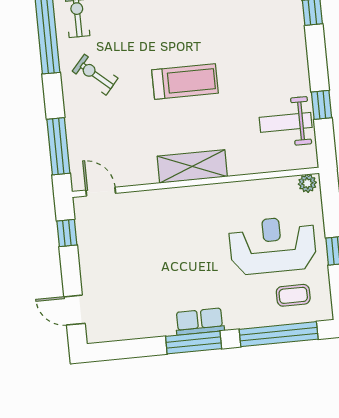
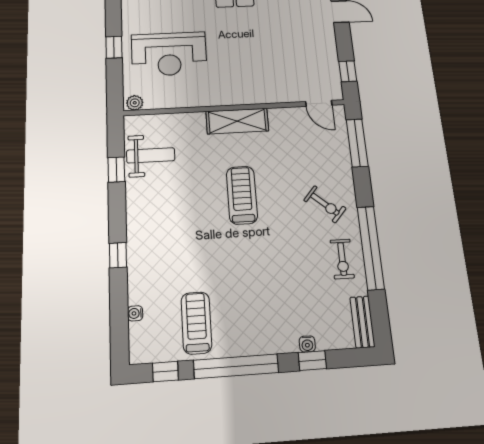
treadmill: (185, 81) -> (242, 195), turned 90
coffee table: (293, 295) -> (154, 14), removed

